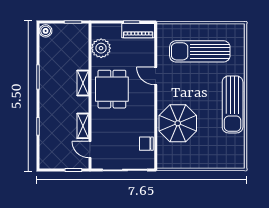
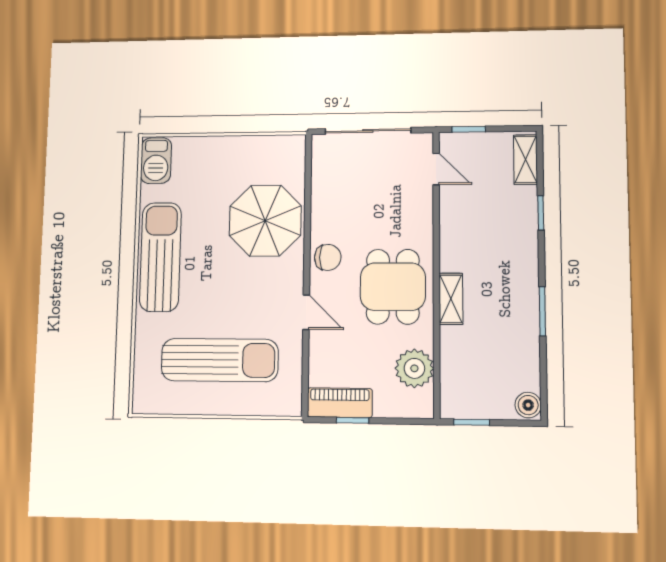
shelving: (83, 126) -> (525, 160), moved
chair: (146, 144) -> (328, 257), moved
barbecue: (237, 156) -> (156, 161), added

